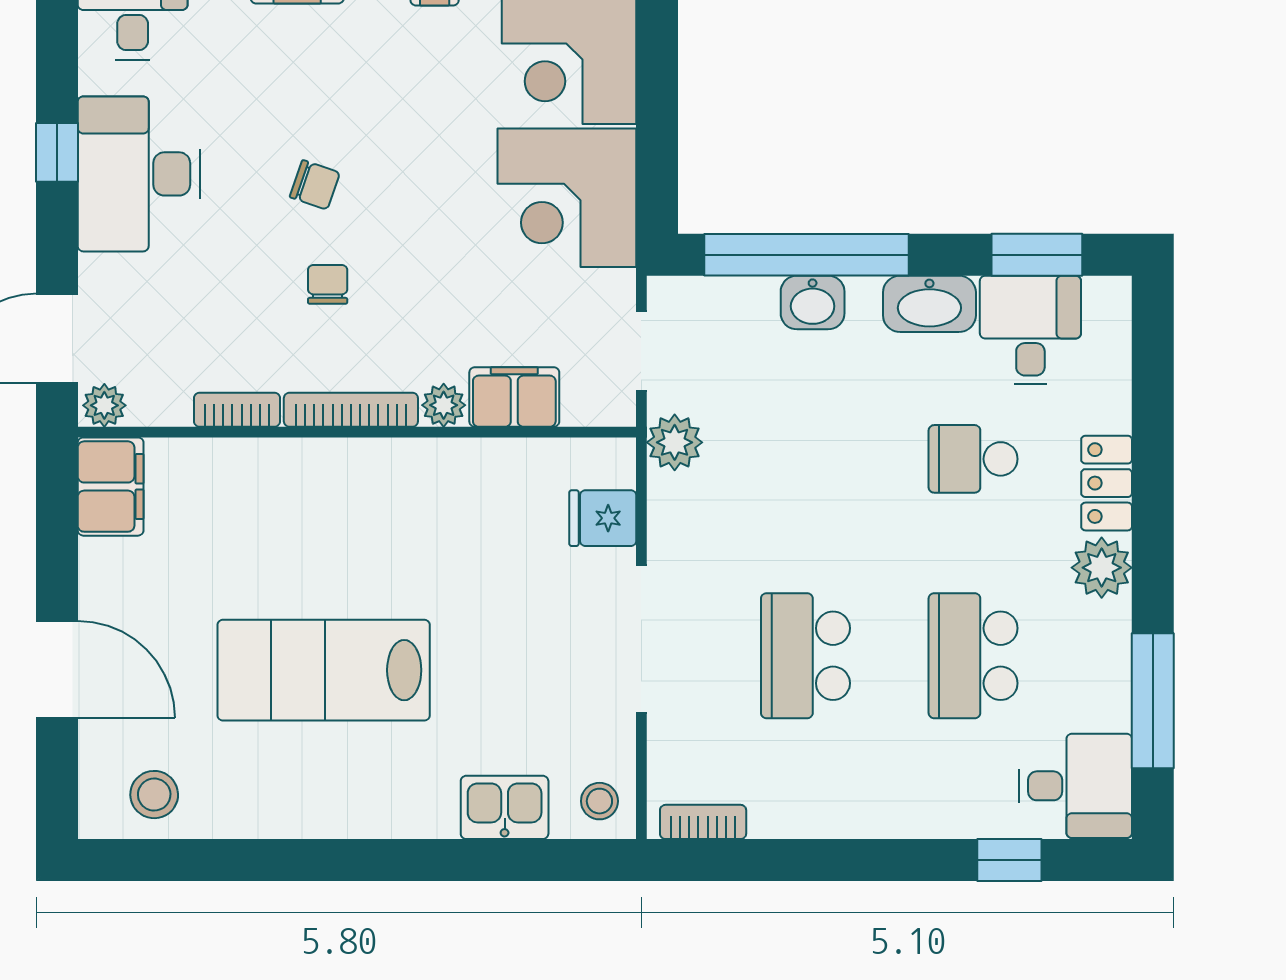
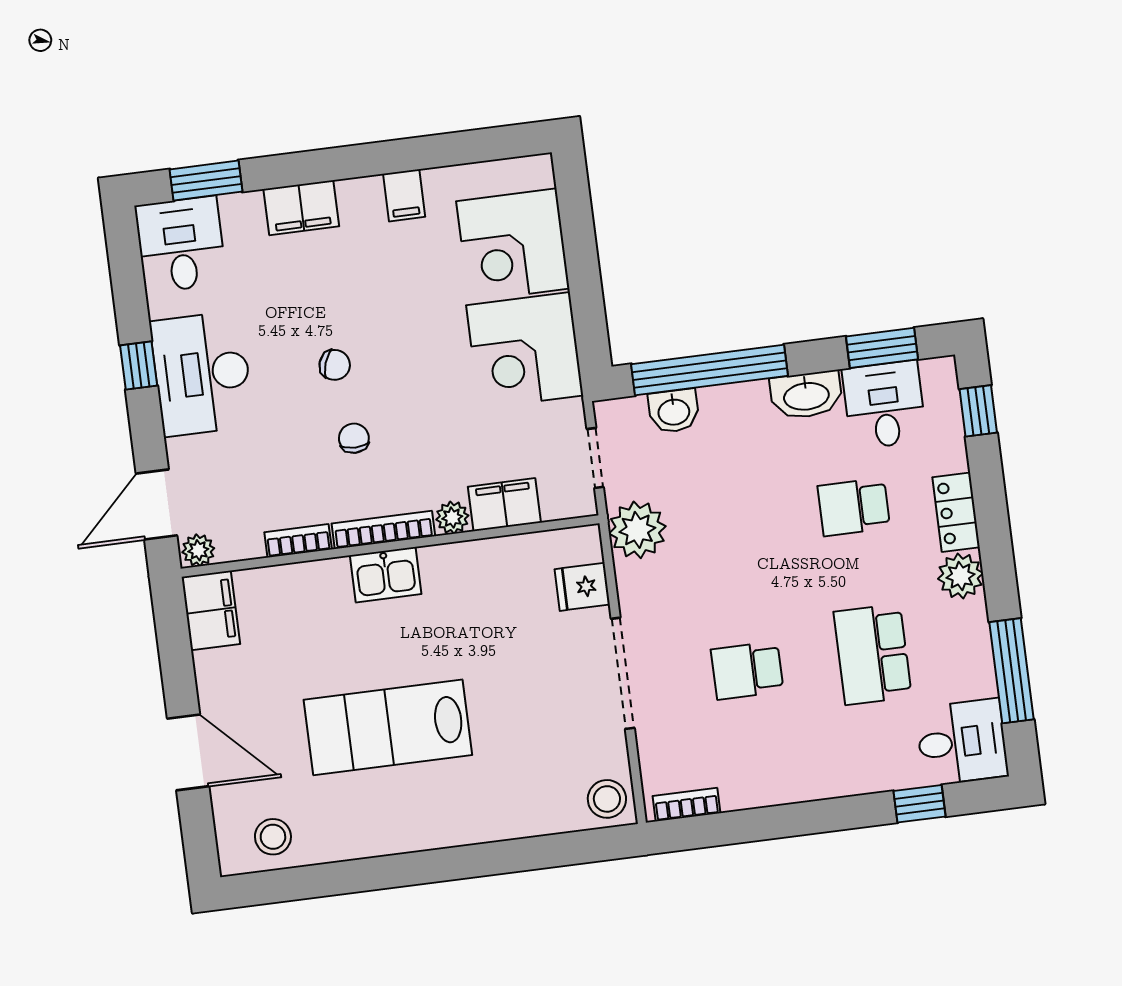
washbasin: (813, 302) -> (674, 411), moved
window: (1153, 354) -> (978, 411), added
plant: (675, 442) -> (637, 530), width x1.36, depth x1.36
school desk: (805, 656) -> (747, 670), width x0.54
stool: (599, 801) -> (607, 799), width x1.37, depth x1.37
kitchen sink: (505, 807) -> (386, 575), moved, turned 180

